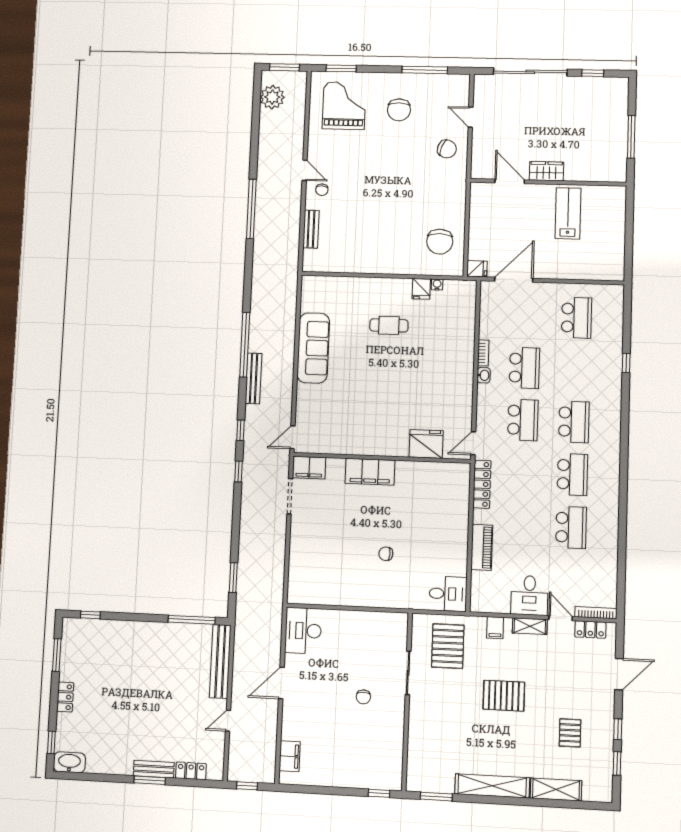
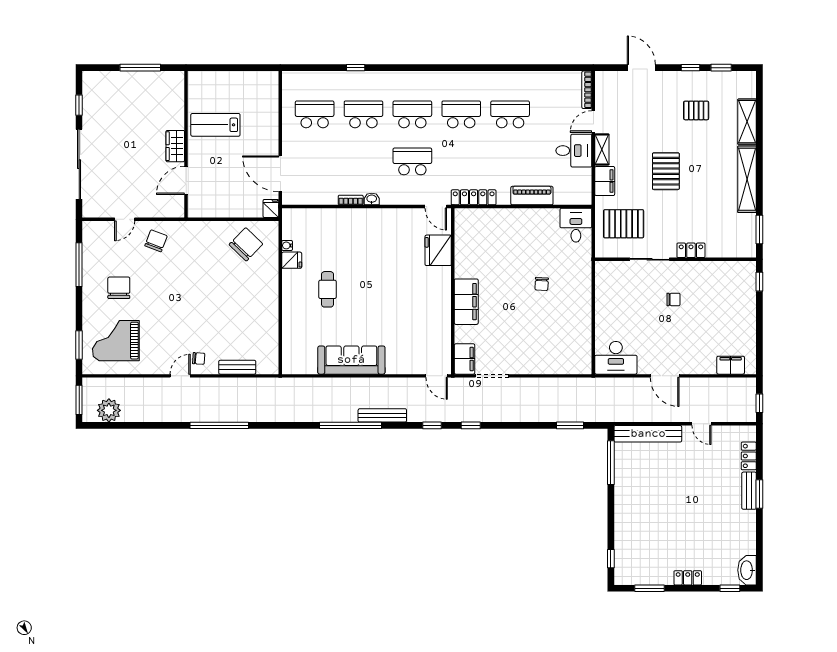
chair: (399, 110) -> (119, 288), turned -90
chair: (440, 242) -> (246, 244), turned -47
school desk: (524, 368) -> (363, 114), moved
filing cabinet: (495, 628) -> (605, 181), width x2.00
locker: (590, 629) -> (691, 250), moved, turned -90

